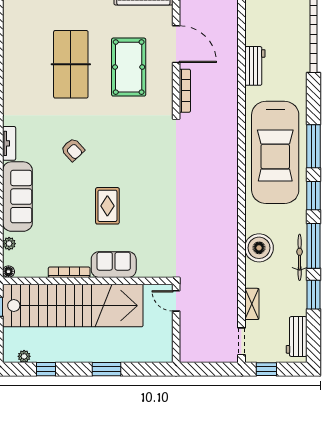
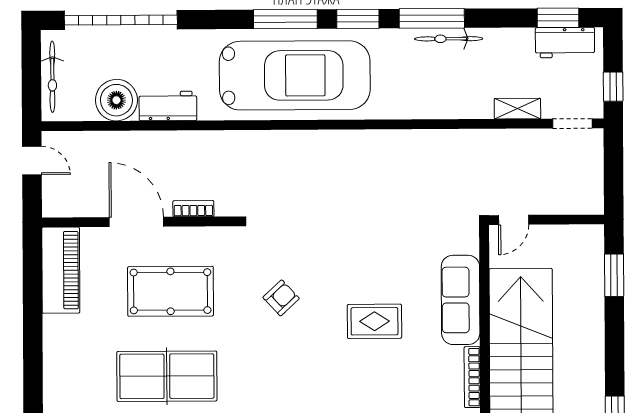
door: (176, 44) -> (136, 222), hinge flipped
bookcase: (185, 91) -> (193, 209), width x0.64
armchair: (73, 150) -> (281, 298), moved
boiler: (259, 248) -> (116, 100), moved
sofa: (114, 265) -> (461, 300), width x1.36
window: (314, 295) -> (558, 18), moved
window: (106, 369) -> (614, 275), moved

